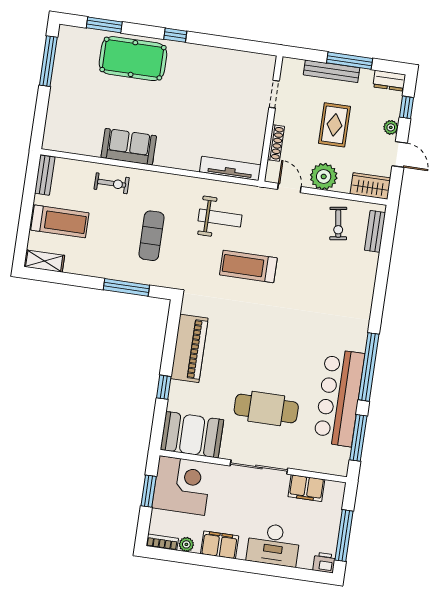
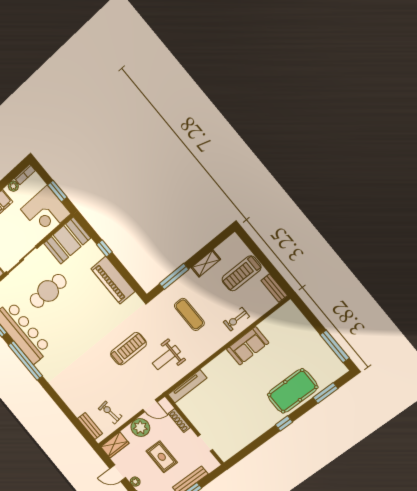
shelving: (44, 261) -> (206, 263), moved

